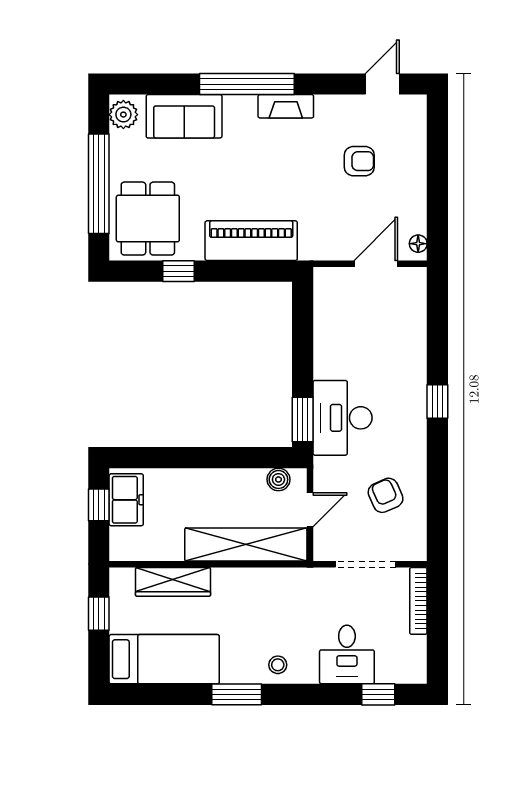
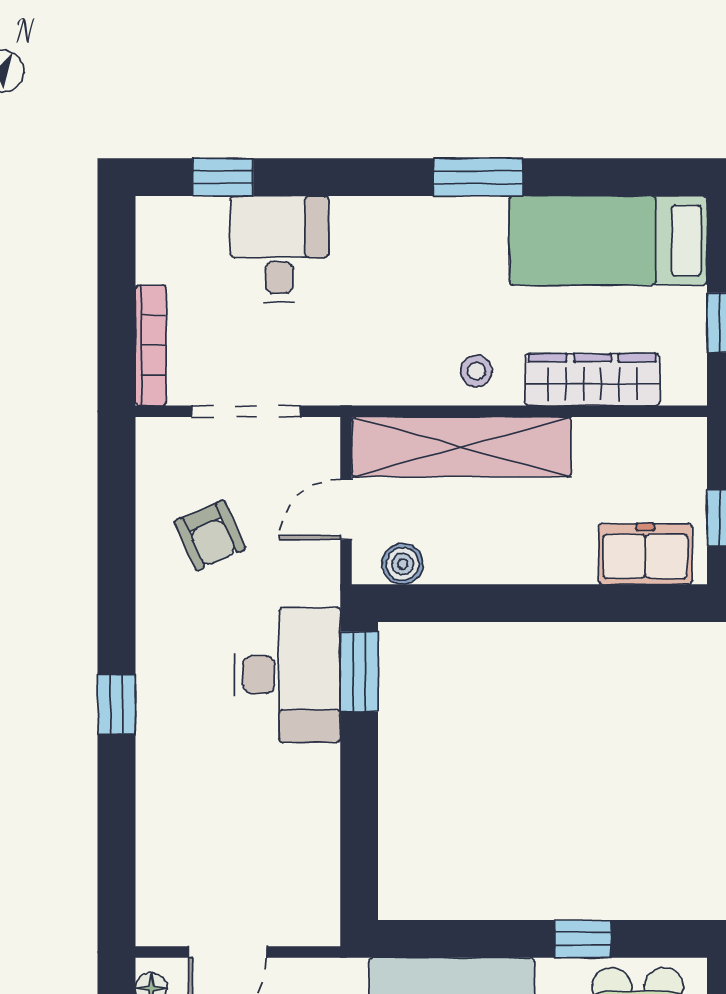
freezer: (126, 500) -> (645, 554), moved, turned 90
stool: (278, 665) -> (476, 371), moved

